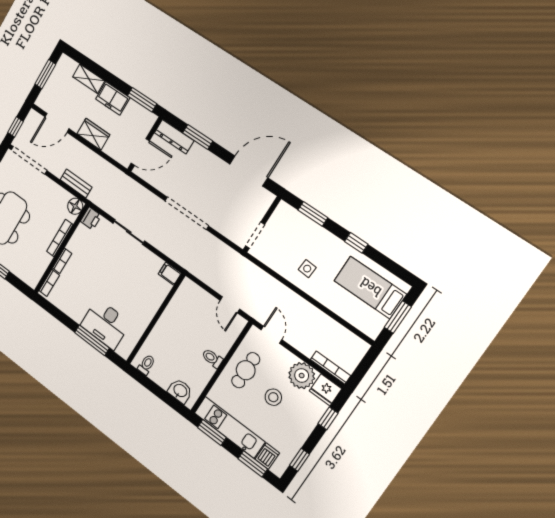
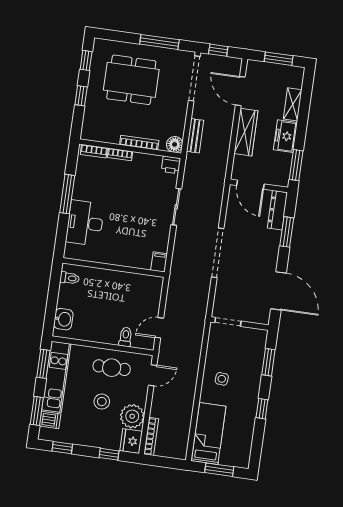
wardrobe: (93, 134) -> (246, 132), width x1.50
bed: (370, 287) -> (209, 433), moved
window: (92, 340) -> (67, 194), moved
toilet: (212, 358) -> (125, 337), moved

